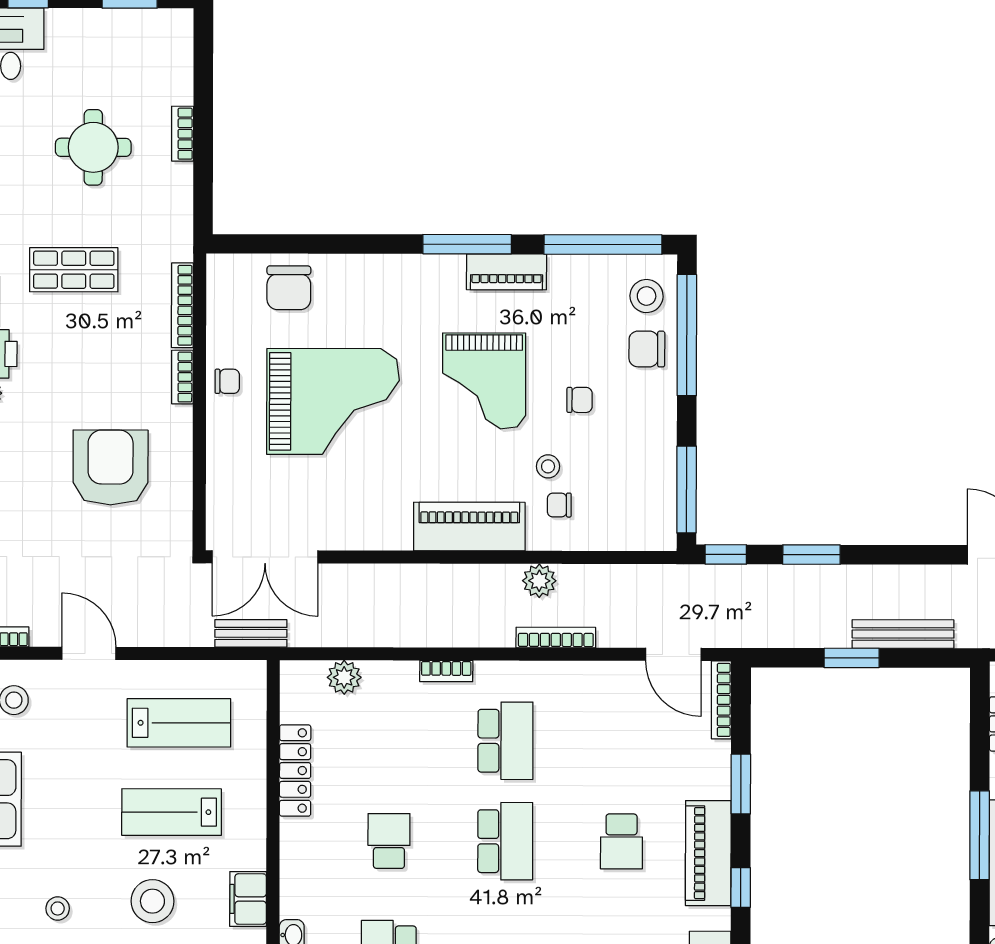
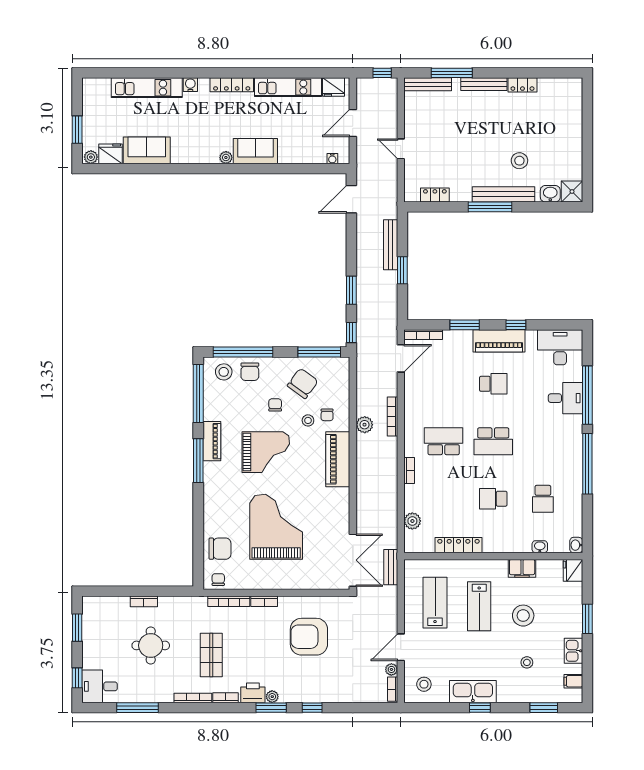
chair: (227, 381) -> (218, 580), moved
chair: (623, 456) -> (303, 383), added
plant: (44, 634) -> (391, 669), added
school desk: (505, 841) -> (493, 441), turned 180

